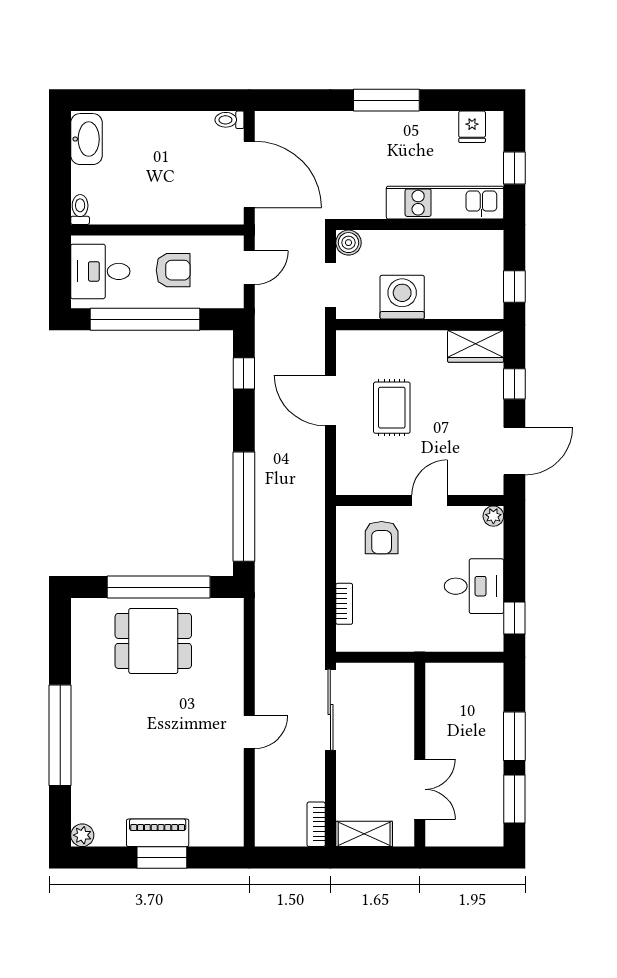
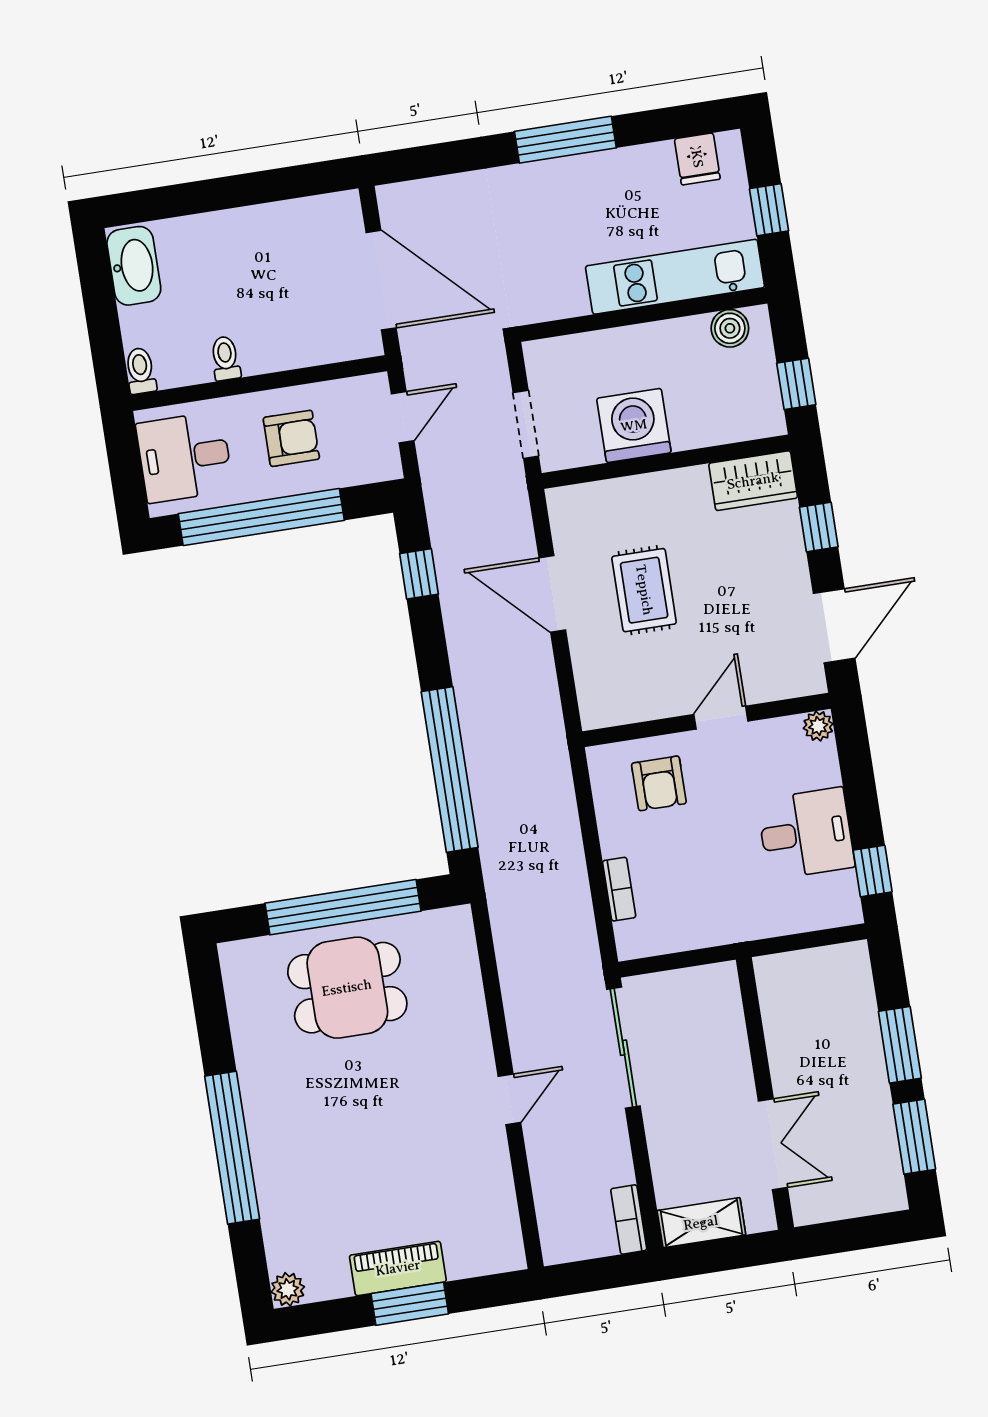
toilet: (230, 120) -> (225, 358), moved, turned 90
boiler: (349, 243) -> (730, 328), moved

